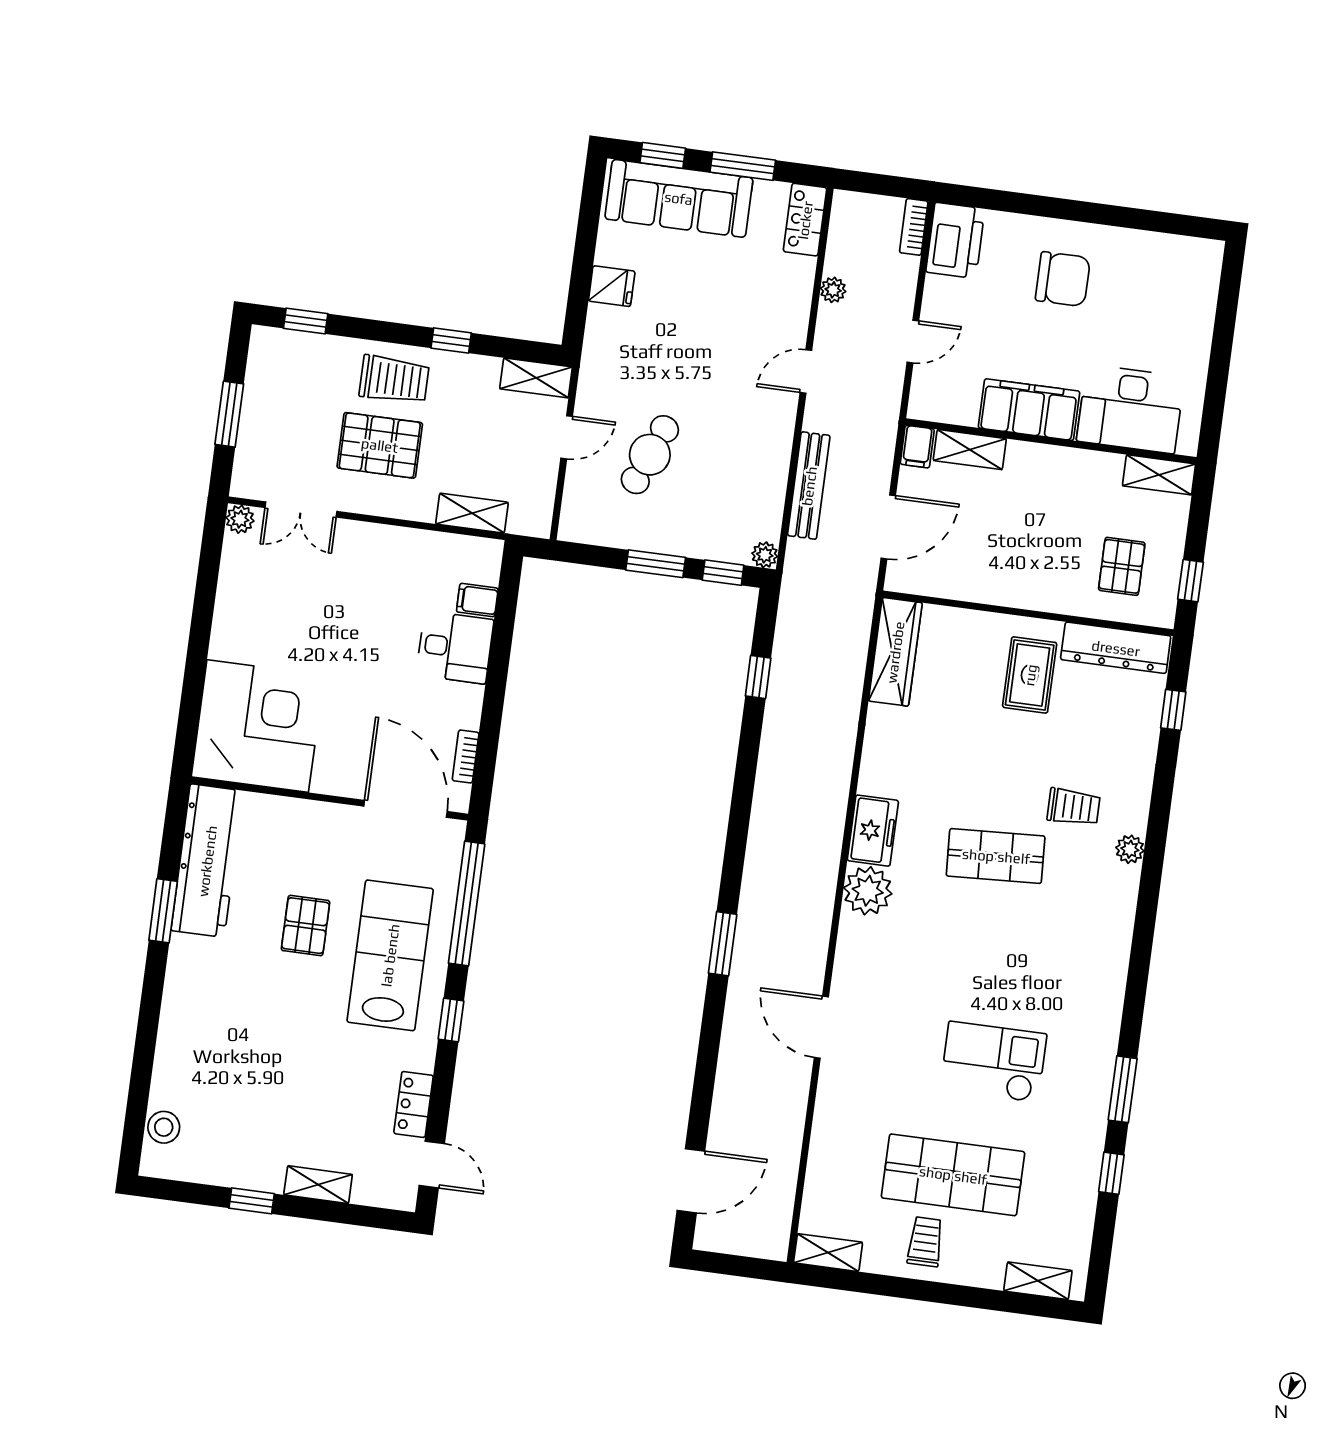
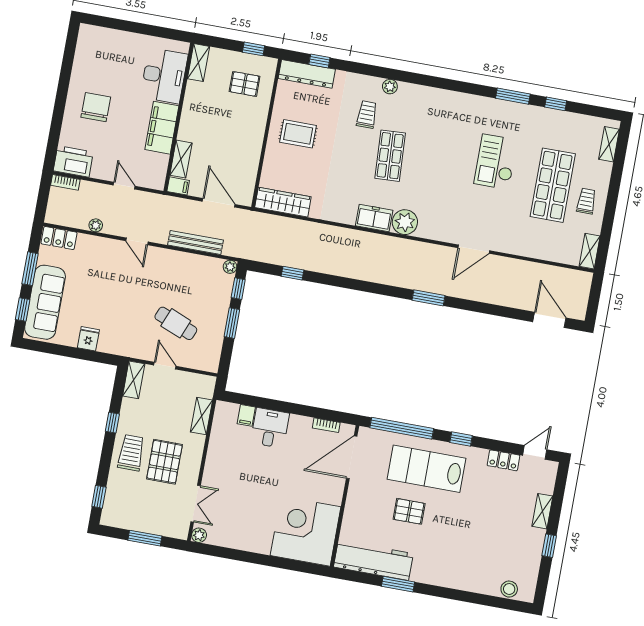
dresser: (1116, 648) -> (307, 74), moved, turned 90
trolley: (925, 1242) -> (586, 201), turned 90

